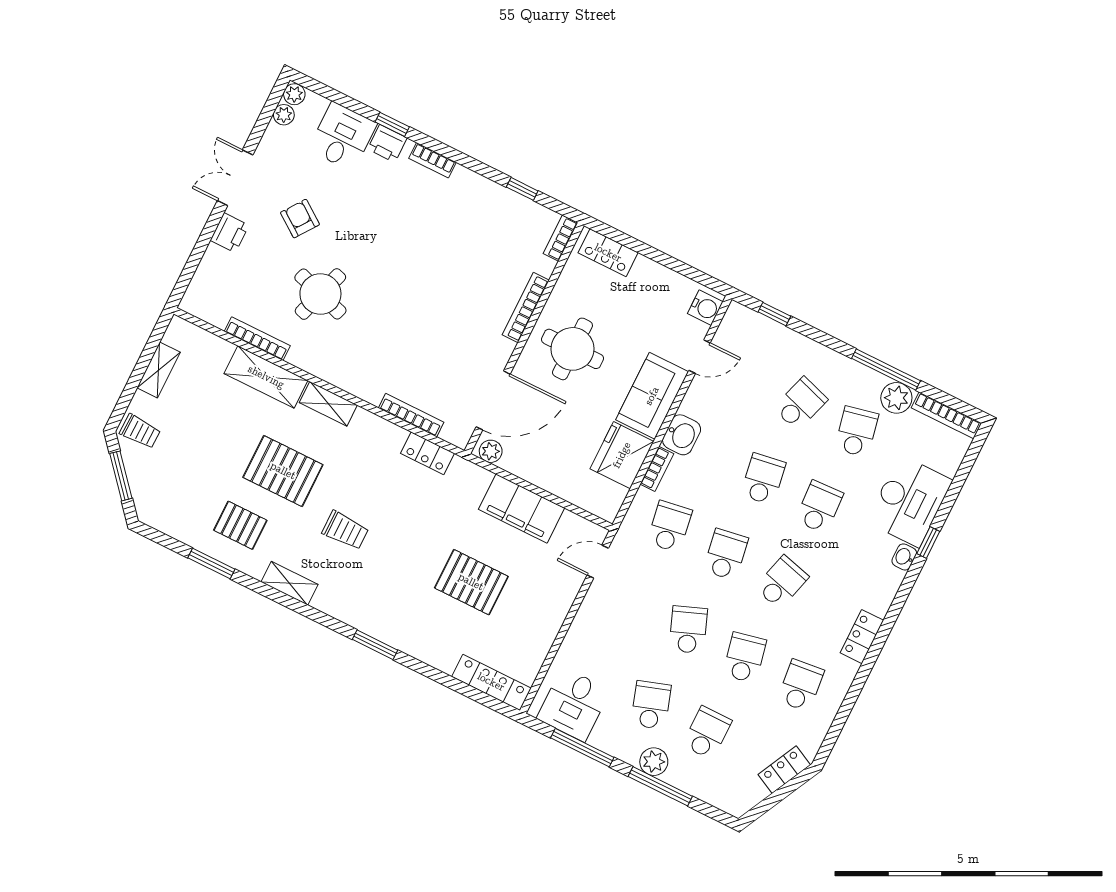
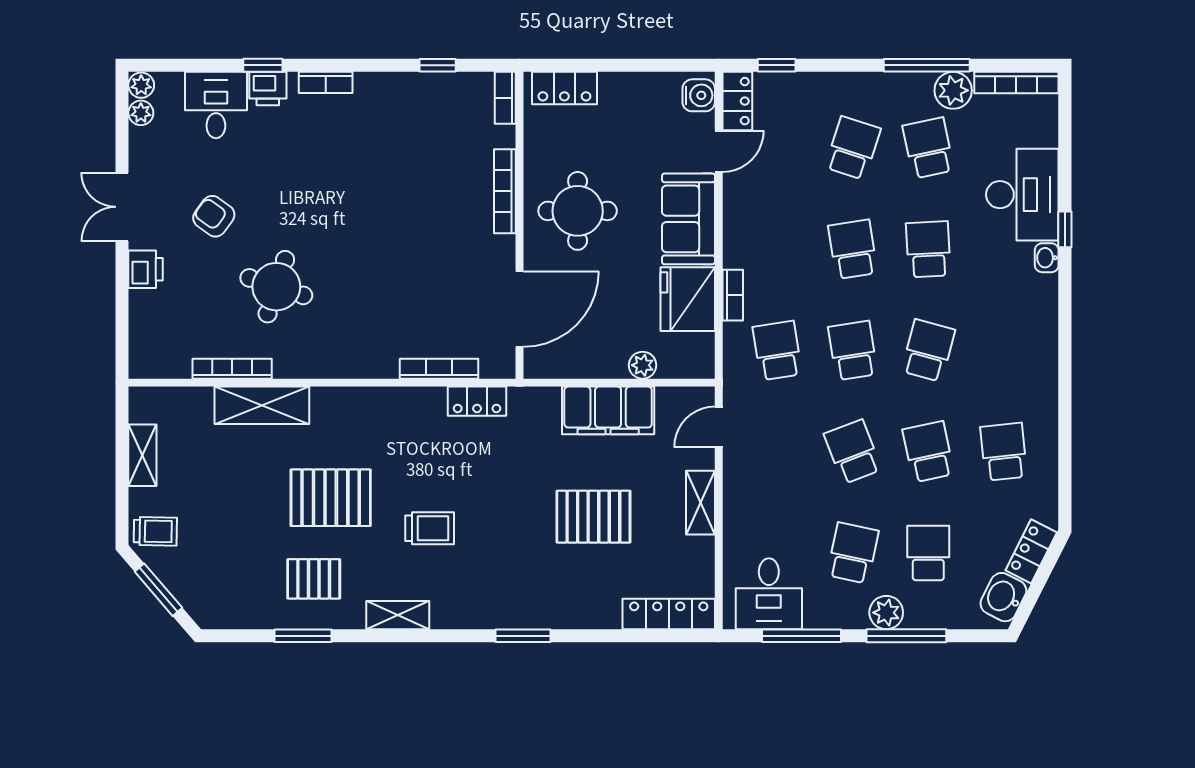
shelving: (328, 404) -> (700, 503), moved, turned 90
washbasin: (682, 435) -> (1003, 597), moved, turned -153
plant: (491, 451) -> (643, 365), moved
locker: (862, 637) -> (737, 101), moved, turned 180
school desk: (651, 705) -> (853, 553), turned 30

